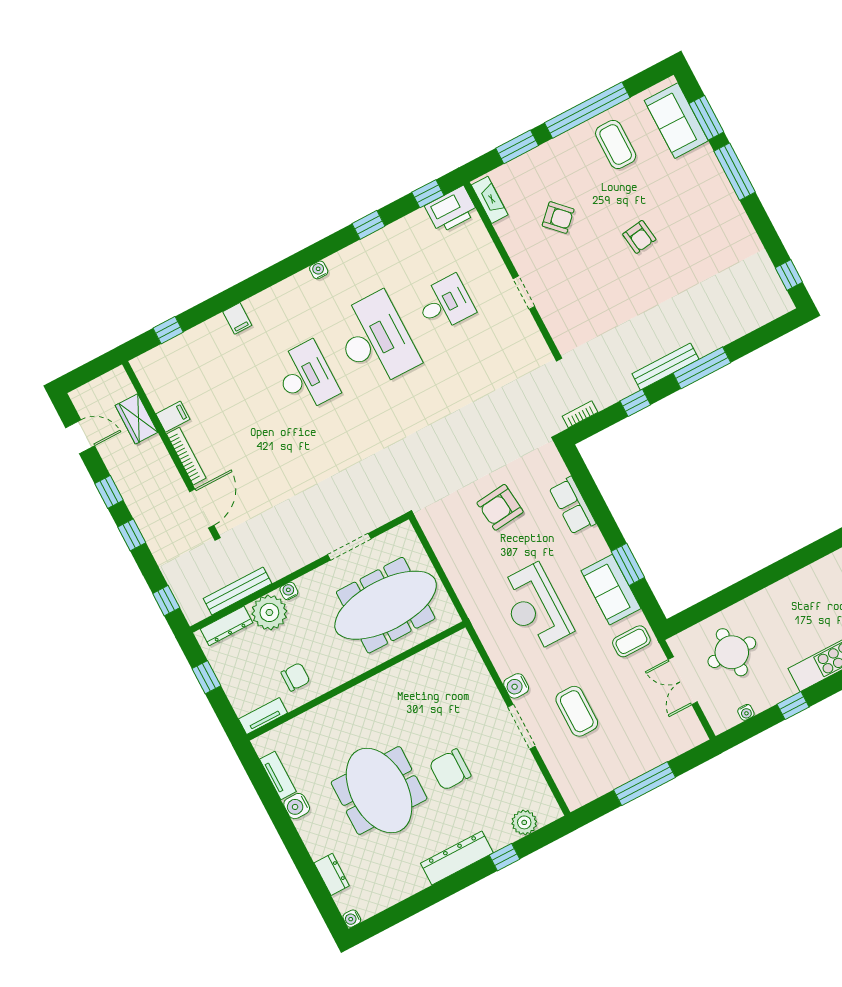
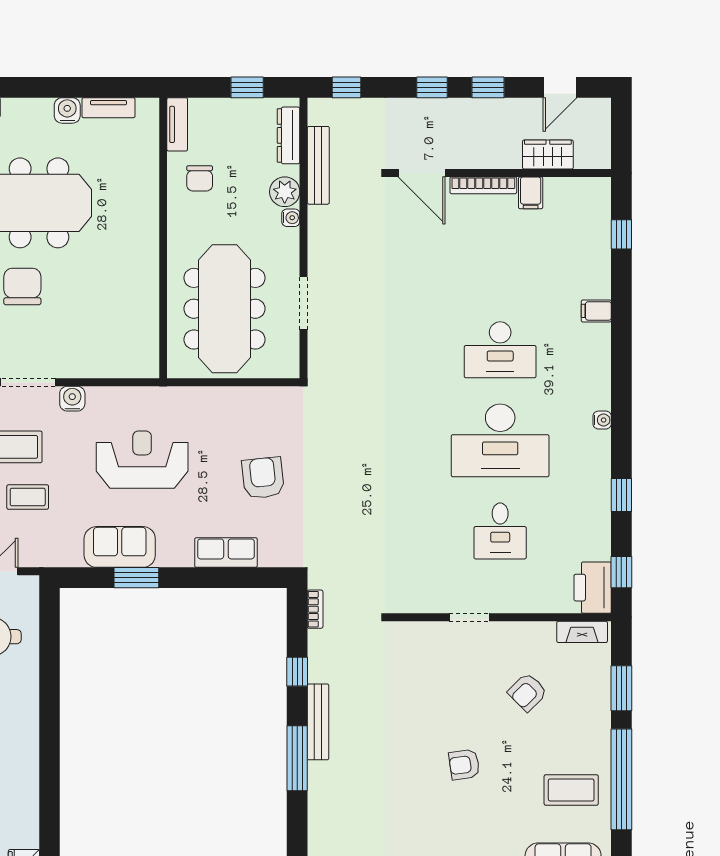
plant: (269, 612) -> (285, 192), width x0.73, depth x0.73
coffee table: (631, 641) -> (28, 497), moved, turned 90

